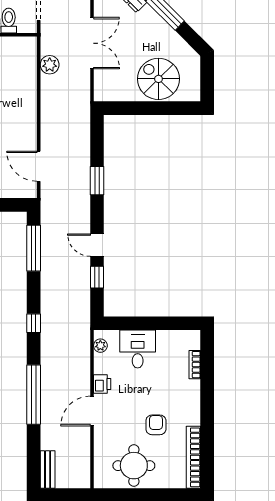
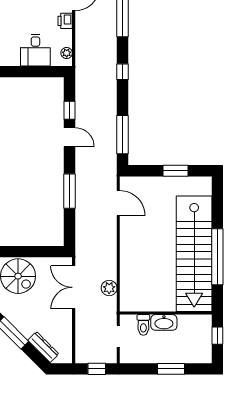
double door: (92, 43) -> (74, 287), moved
window: (97, 181) -> (69, 191), width x1.44

